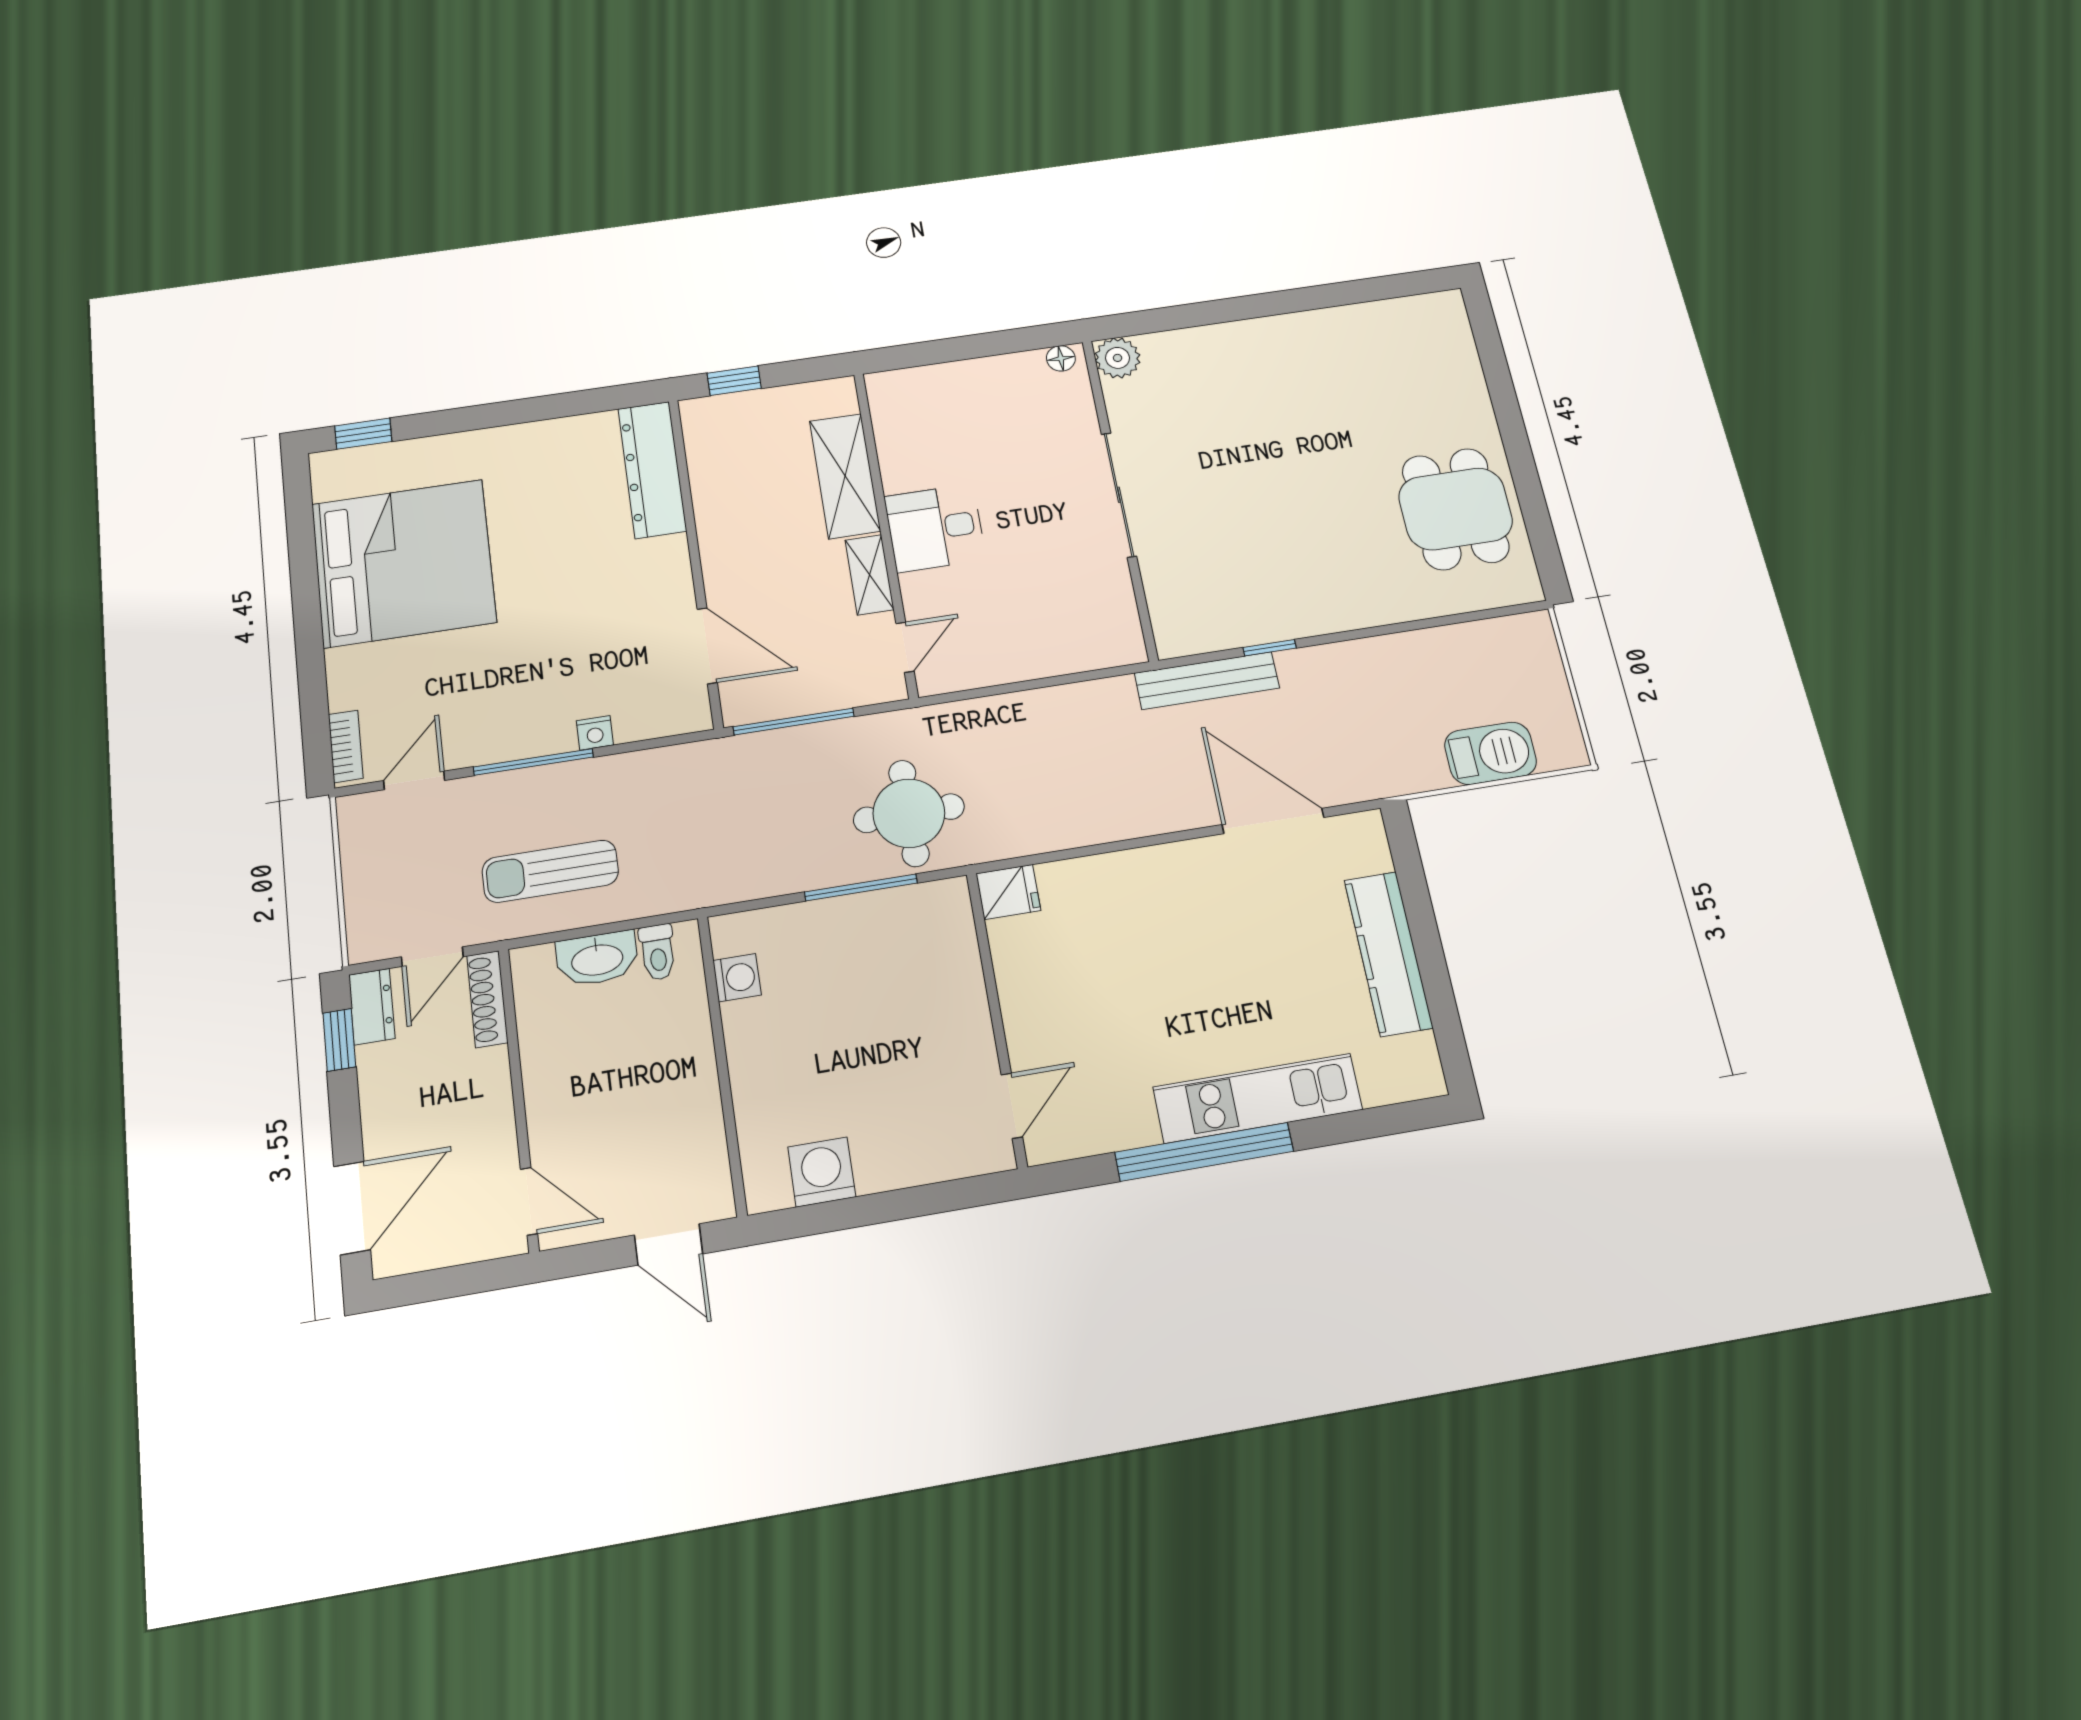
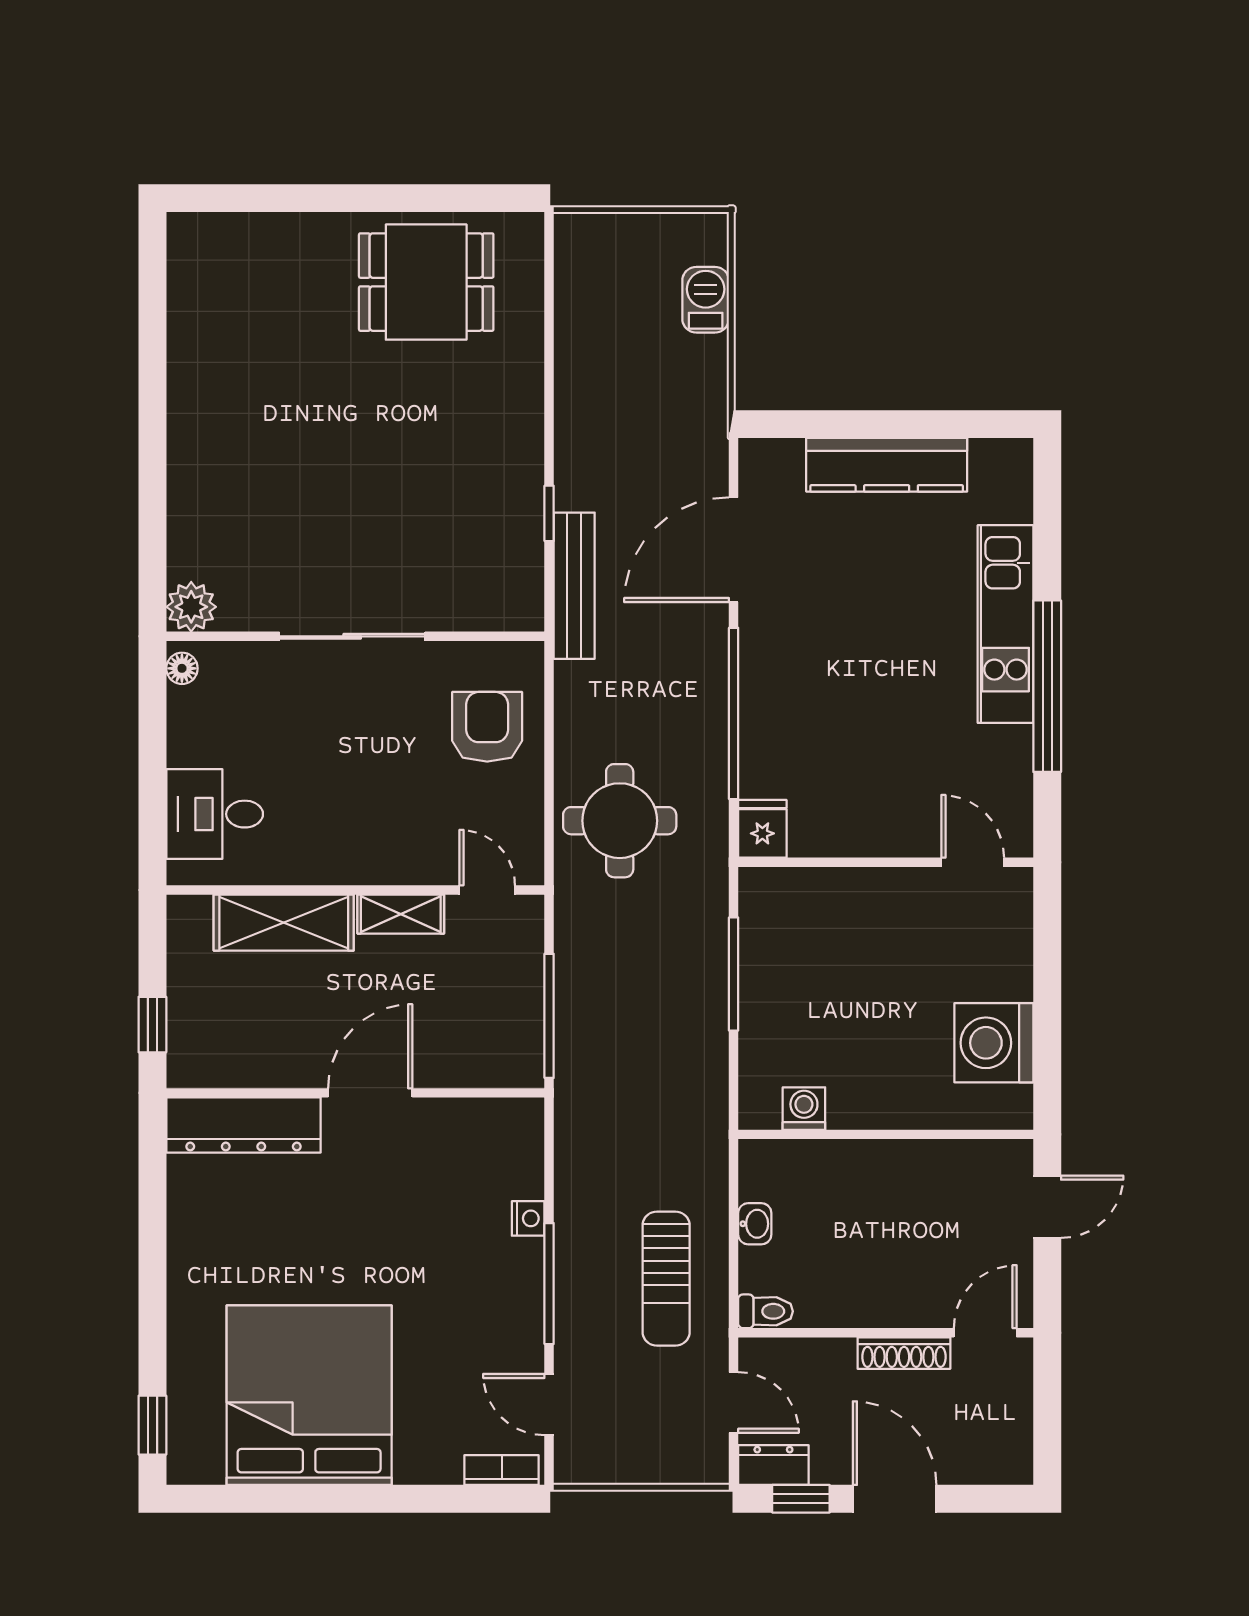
desk: (935, 528) -> (215, 814), moved, turned 90
armchair: (1059, 624) -> (487, 727), added
door: (707, 646) -> (370, 1093), moved
barbecue: (1491, 753) -> (706, 300), width x0.73, depth x0.79
round table: (909, 813) -> (620, 821), moved
window: (1115, 846) -> (734, 713), added
toilet: (658, 952) -> (766, 1311), moved
washbasin: (597, 959) -> (755, 1224), width x0.52, depth x0.69
shoe rack: (487, 999) -> (904, 1353), moved
washing machine: (822, 1172) -> (994, 1043), width x1.37, depth x1.37
door: (352, 1208) -> (895, 1499), moved

